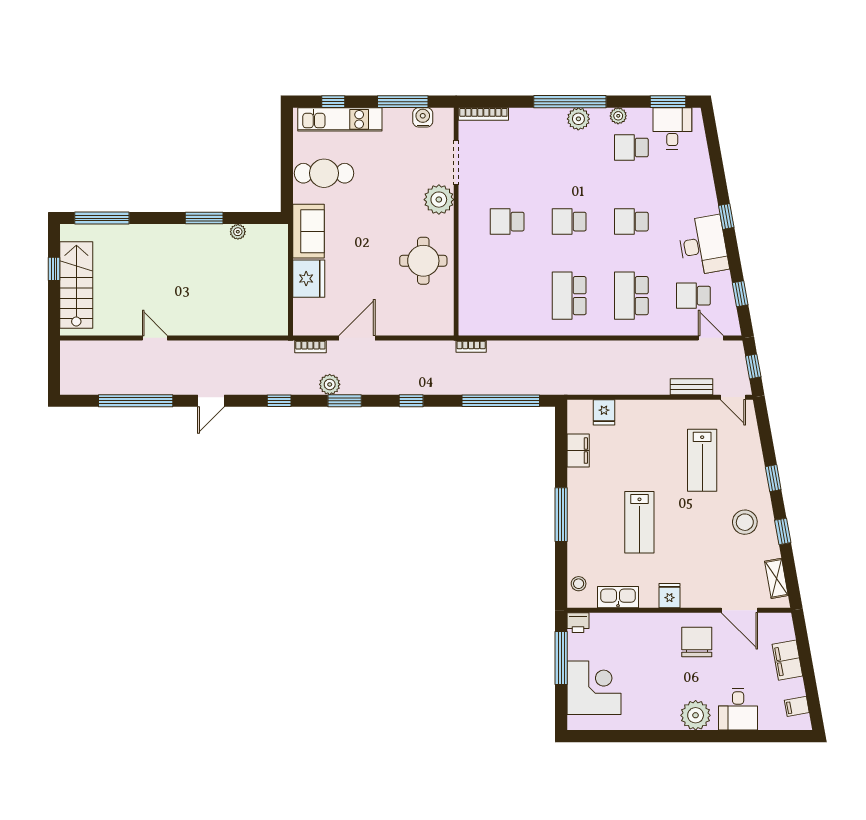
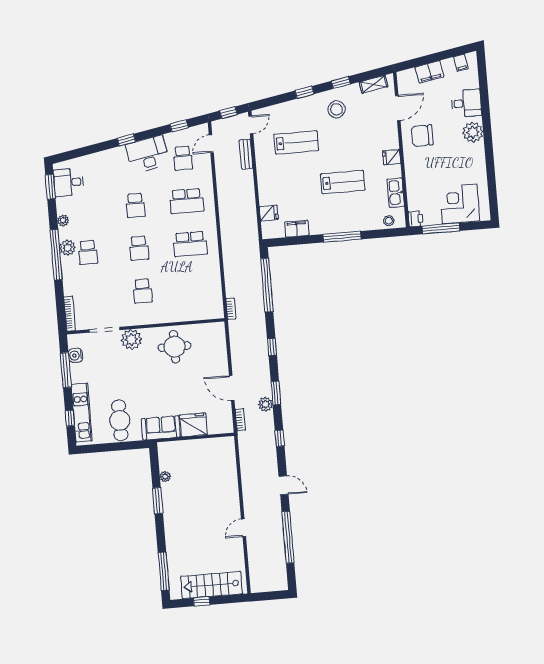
school desk: (631, 147) -> (88, 252), moved

